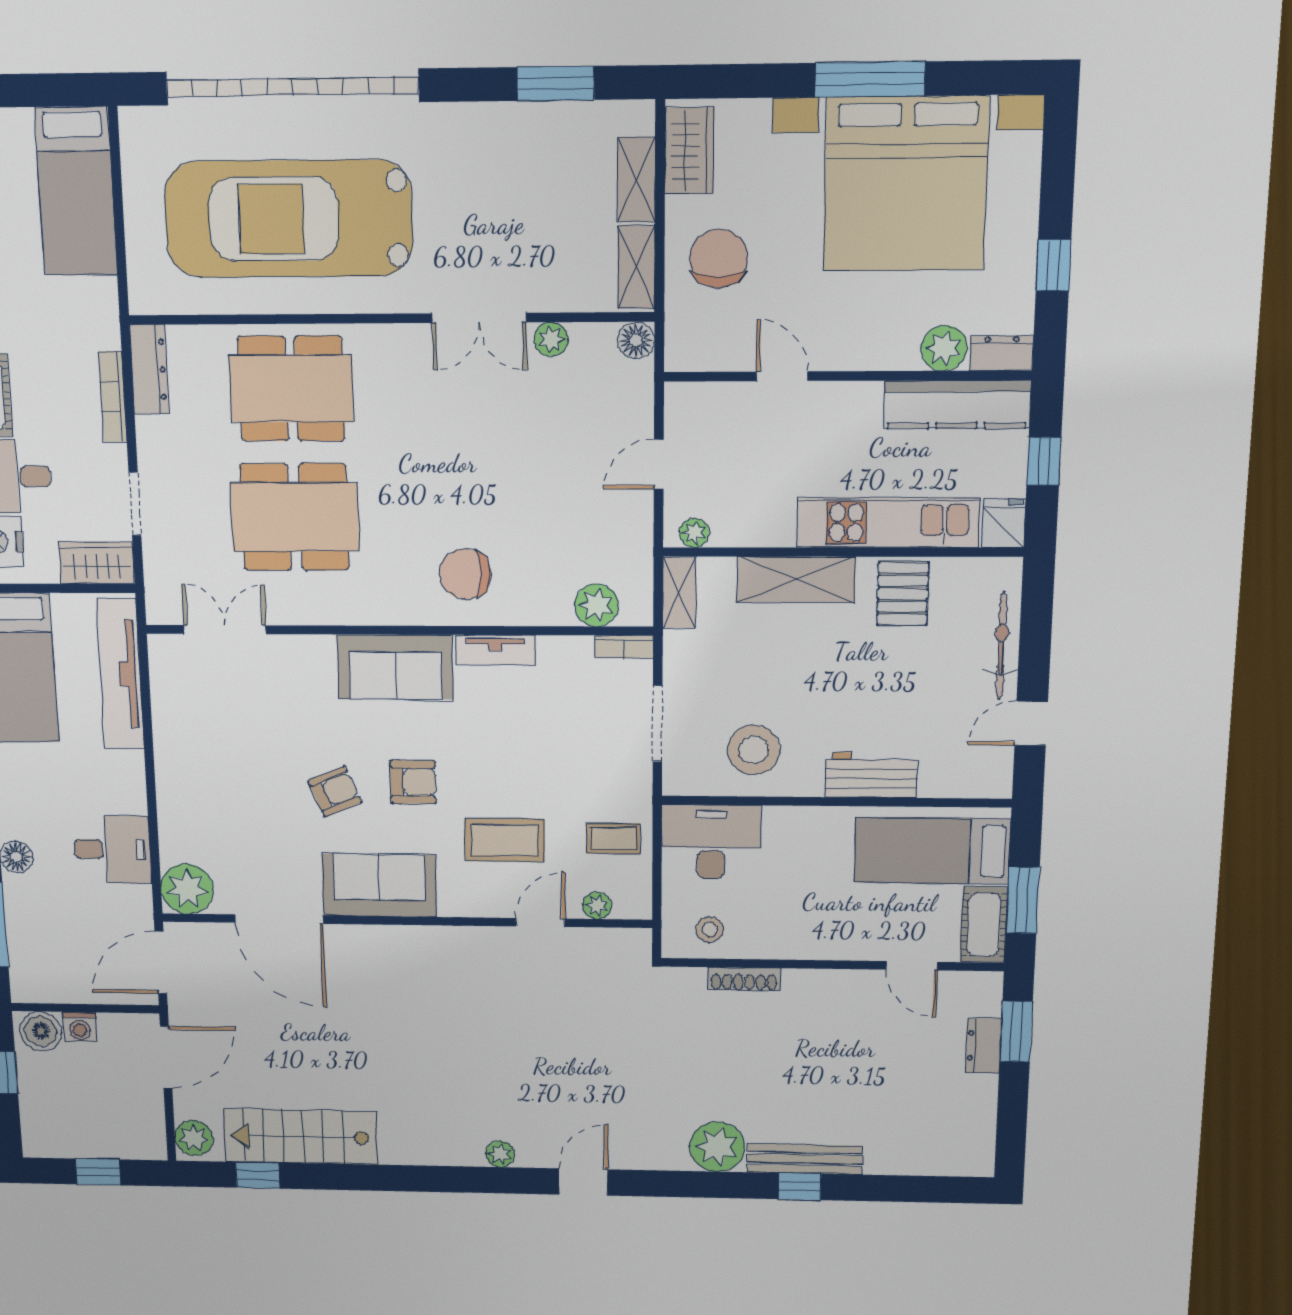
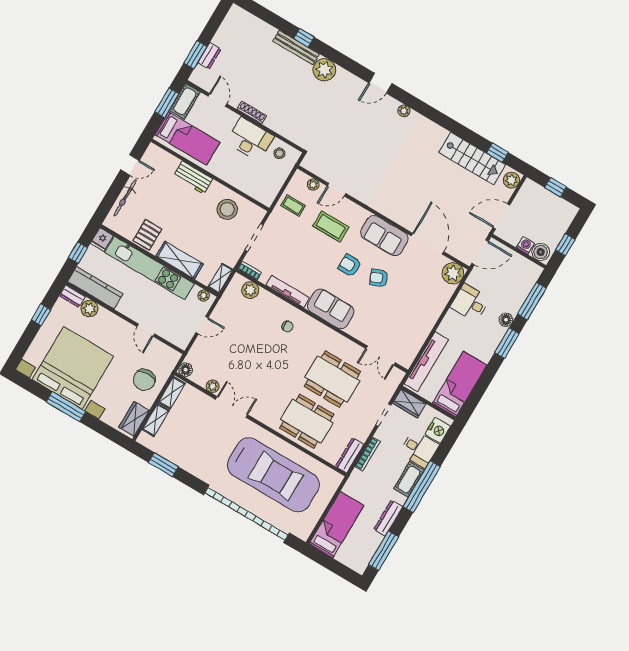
kitchen unit: (888, 523) -> (150, 268), width x1.36
chair: (465, 574) -> (288, 326), width x0.54, depth x0.54
tv unit: (495, 650) -> (288, 292), width x1.41
desk: (711, 842) -> (250, 139), moved, turned 180
shoe rack: (744, 979) -> (252, 113), moved

